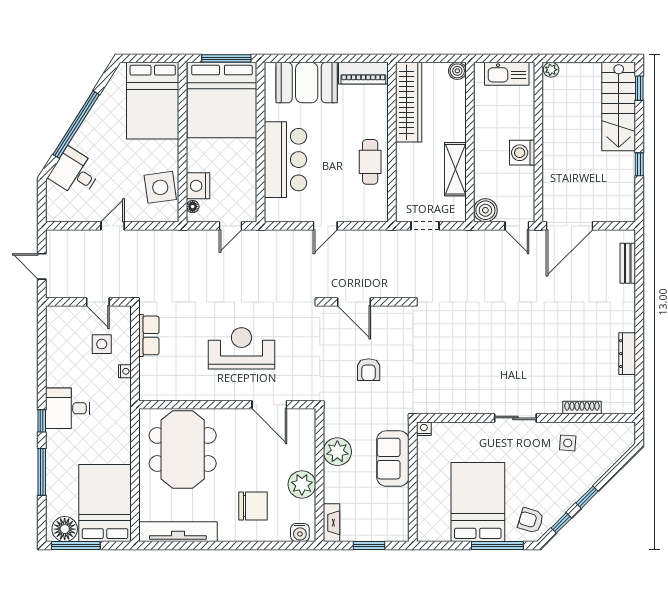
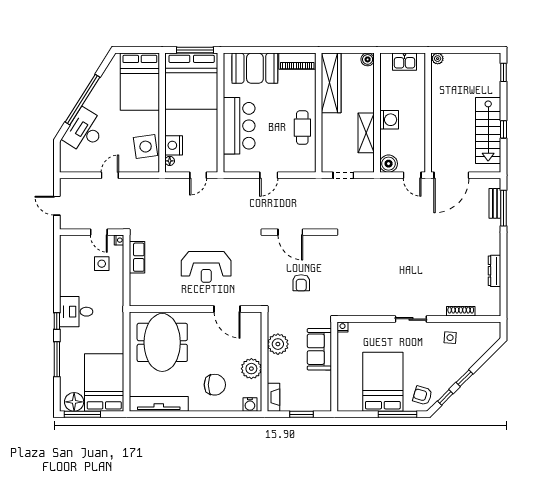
kitchen sink: (507, 74) -> (405, 62), width x0.73
stairs: (619, 107) -> (488, 130), moved
washing machine: (522, 153) -> (389, 120), moved, turned 180
desk: (75, 173) -> (85, 131), width x1.37
window: (639, 270) -> (504, 208), added
reception desk: (241, 348) -> (206, 267), turned 180
nightstand: (125, 371) -> (119, 240), moved

